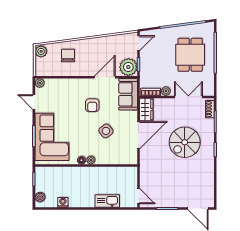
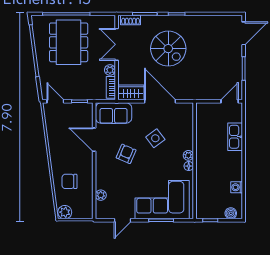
dining table: (190, 55) -> (69, 42), width x1.38
plant: (128, 67) -> (83, 113), removed
plant: (40, 83) -> (101, 195), moved
armchair: (92, 105) -> (126, 154), turned -67

